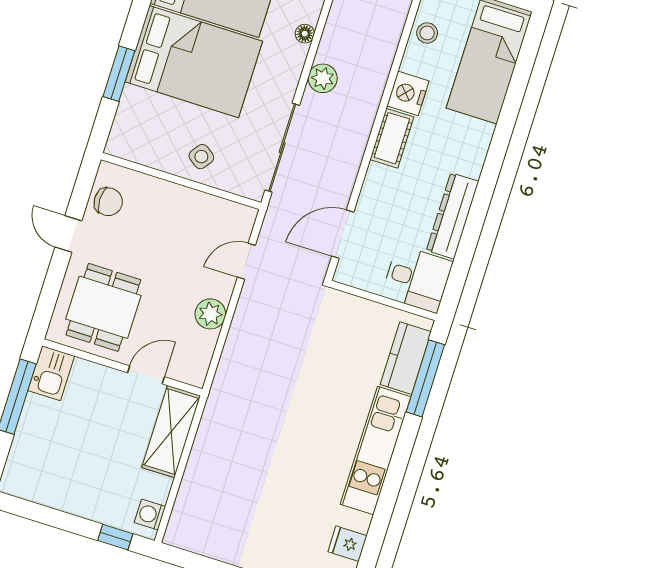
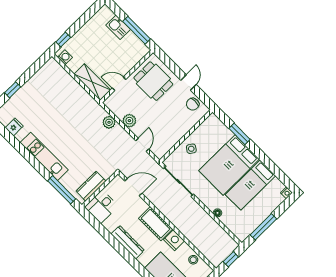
plant: (323, 78) -> (109, 122), moved
cot: (392, 138) -> (156, 224), width x1.37, depth x1.34
dresser: (453, 216) -> (128, 242), moved
door: (68, 234) -> (188, 82), hinge flipped
door: (343, 234) -> (133, 187), hinge flipped
kitchen counter: (406, 358) -> (91, 186), moved, turned -90
kitchen sink: (51, 373) -> (118, 27), moved
door: (146, 375) -> (119, 84), swing flipped

